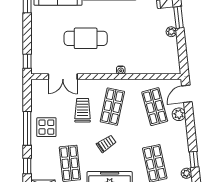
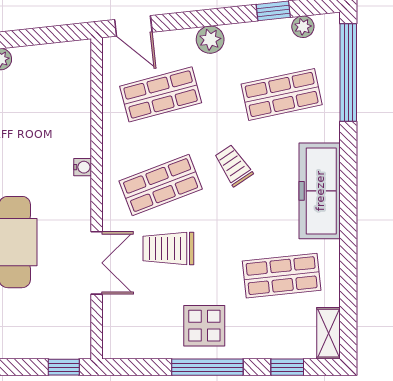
double door: (63, 77) -> (97, 263), moved
shop shelf: (112, 107) -> (161, 185), turned -33
plant: (179, 114) -> (210, 40), moved
trolley: (106, 144) -> (233, 165), moved

